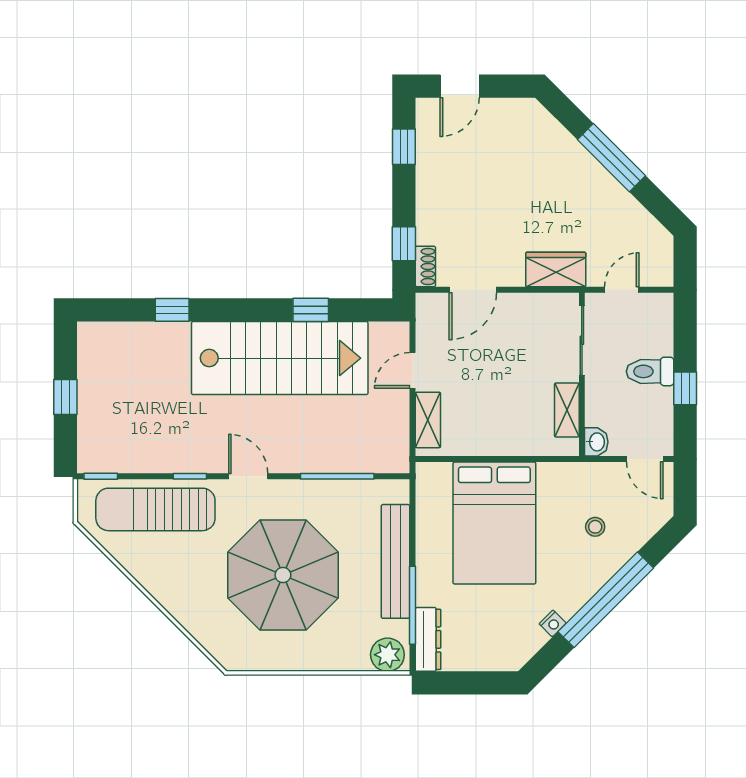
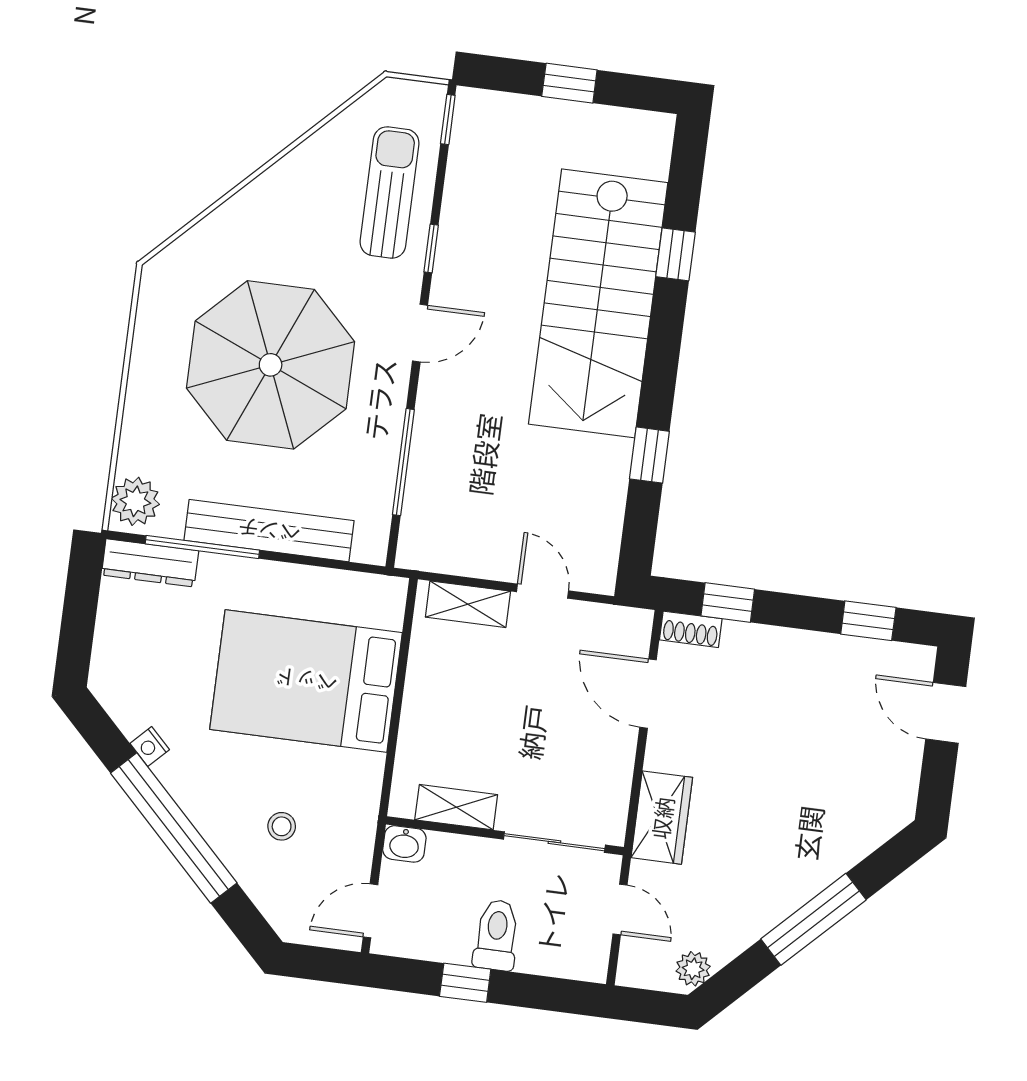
plant: (656, 235) -> (693, 969), added
stairs: (280, 358) -> (598, 303), moved
sun lounger: (155, 509) -> (390, 192), width x0.73, depth x0.75

